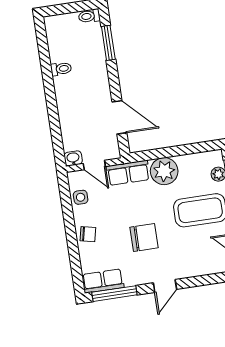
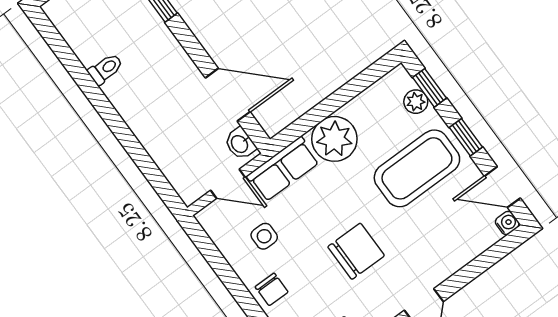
washbasin: (73, 158) -> (240, 144), moved, turned -90
side table: (81, 197) -> (264, 236), moved
chair: (88, 234) -> (272, 289), turned 78

